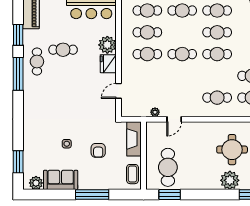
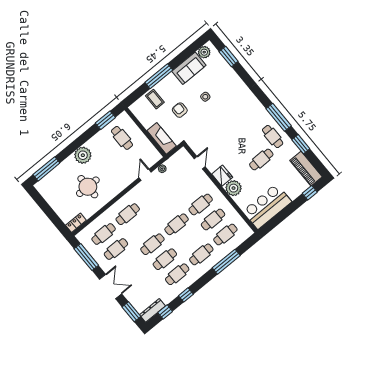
cafe table: (168, 167) -> (122, 138), width x0.73, depth x0.74
coffee table: (132, 174) -> (155, 99), moved
plant: (230, 180) -> (83, 155), moved

